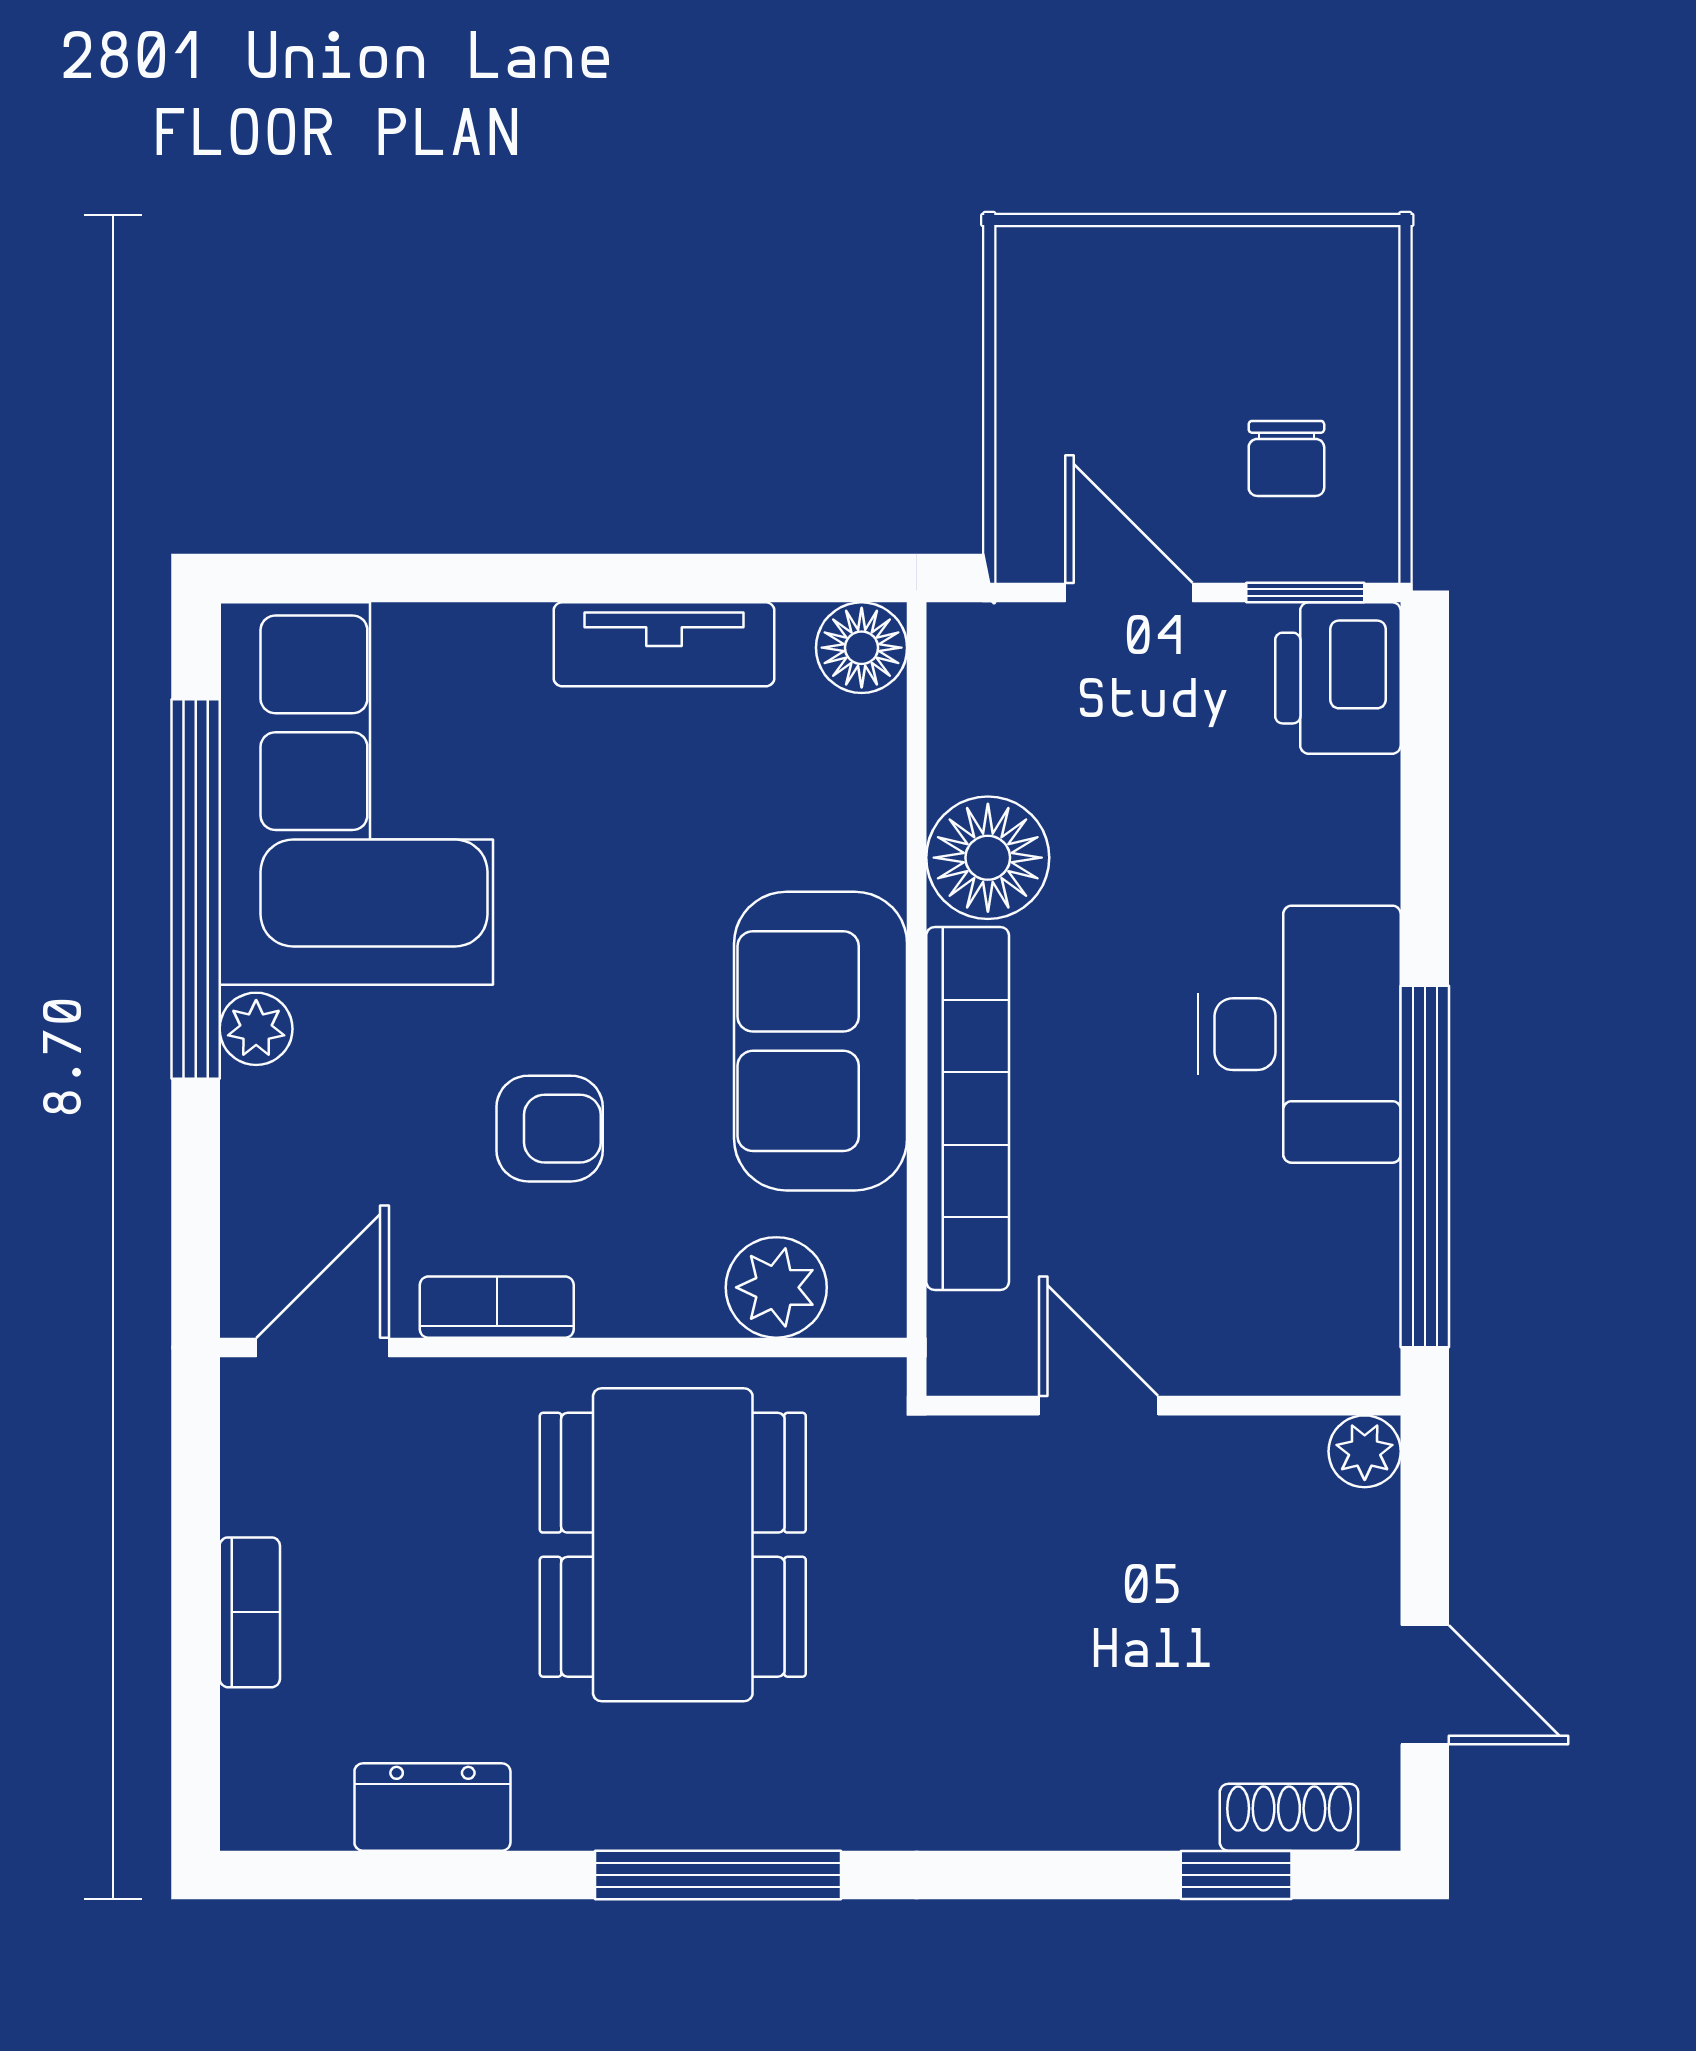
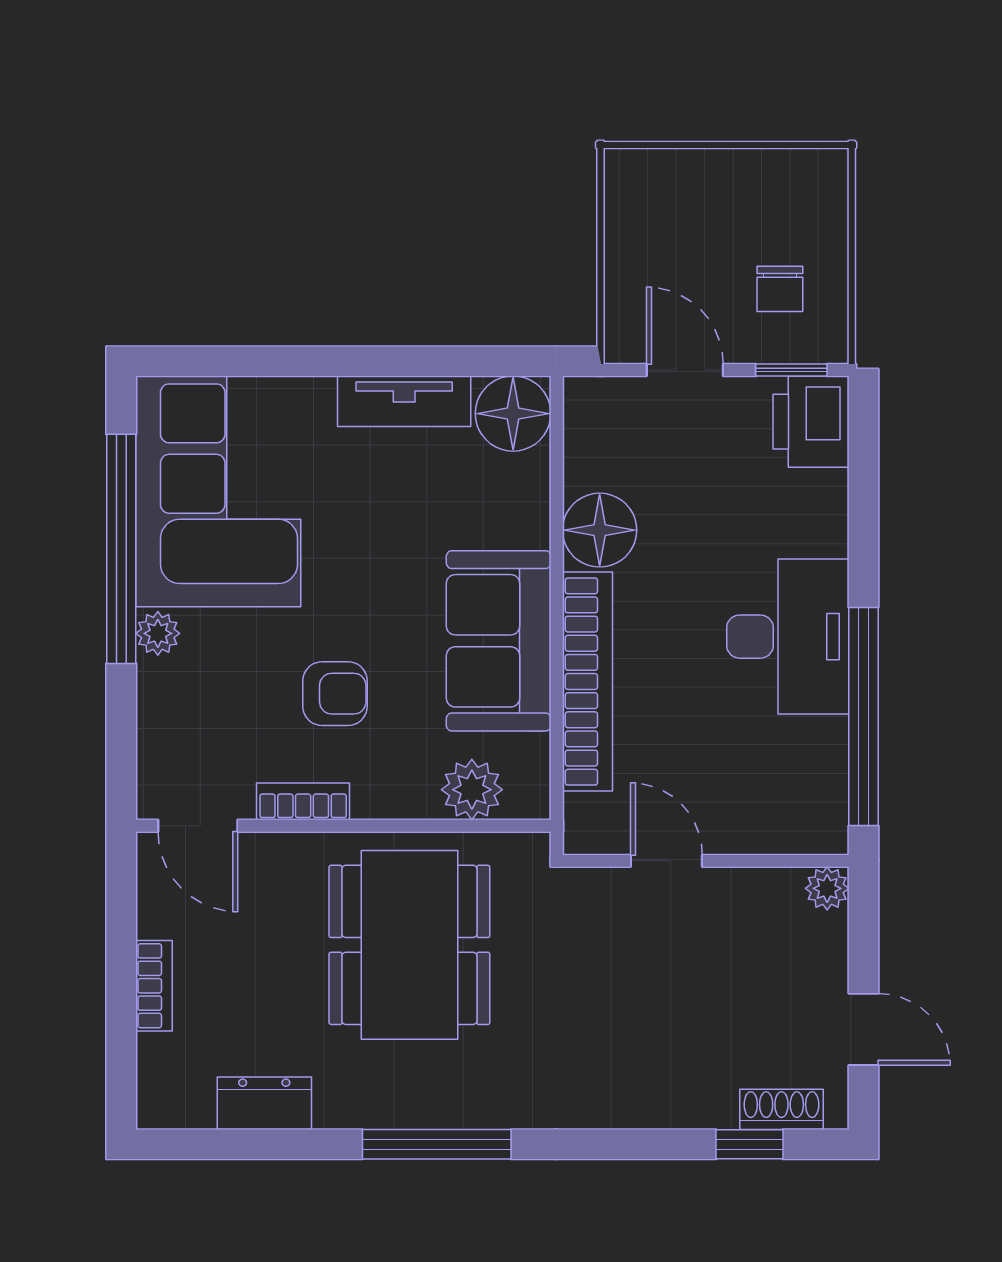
floor lamp: (862, 648) -> (513, 414), width x1.38, depth x1.38
door: (323, 1348) -> (198, 826), swing flipped

